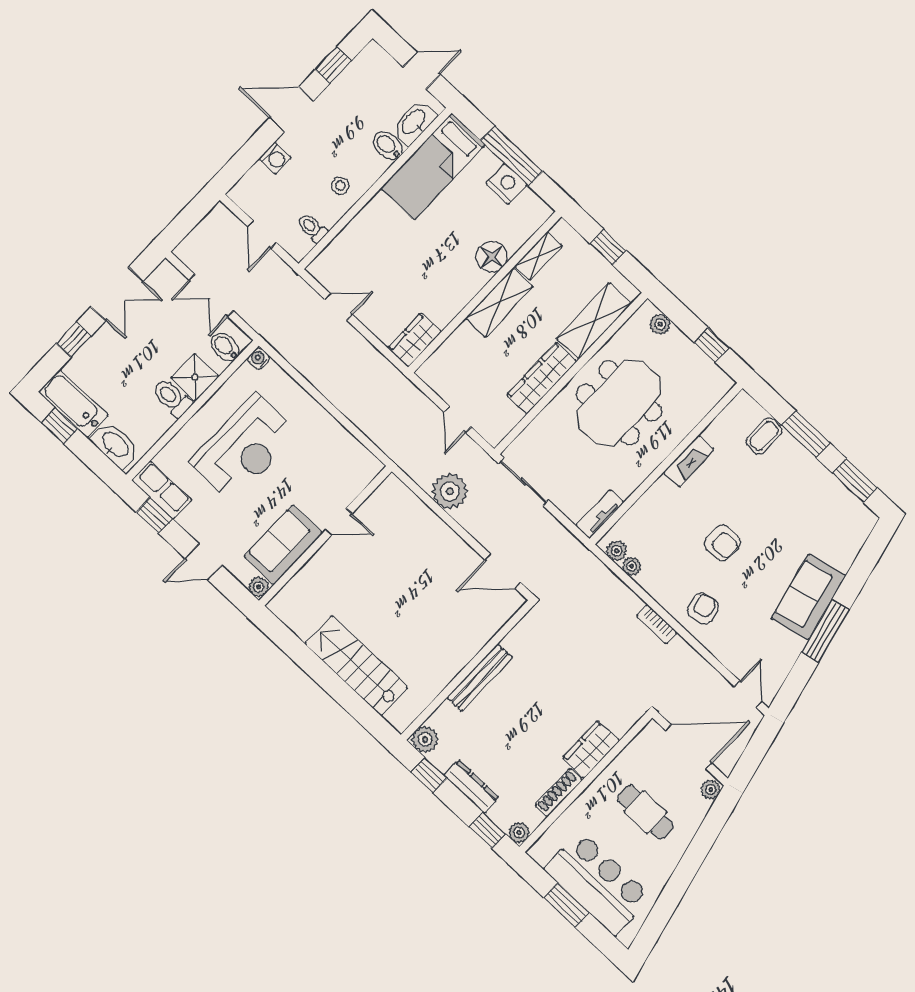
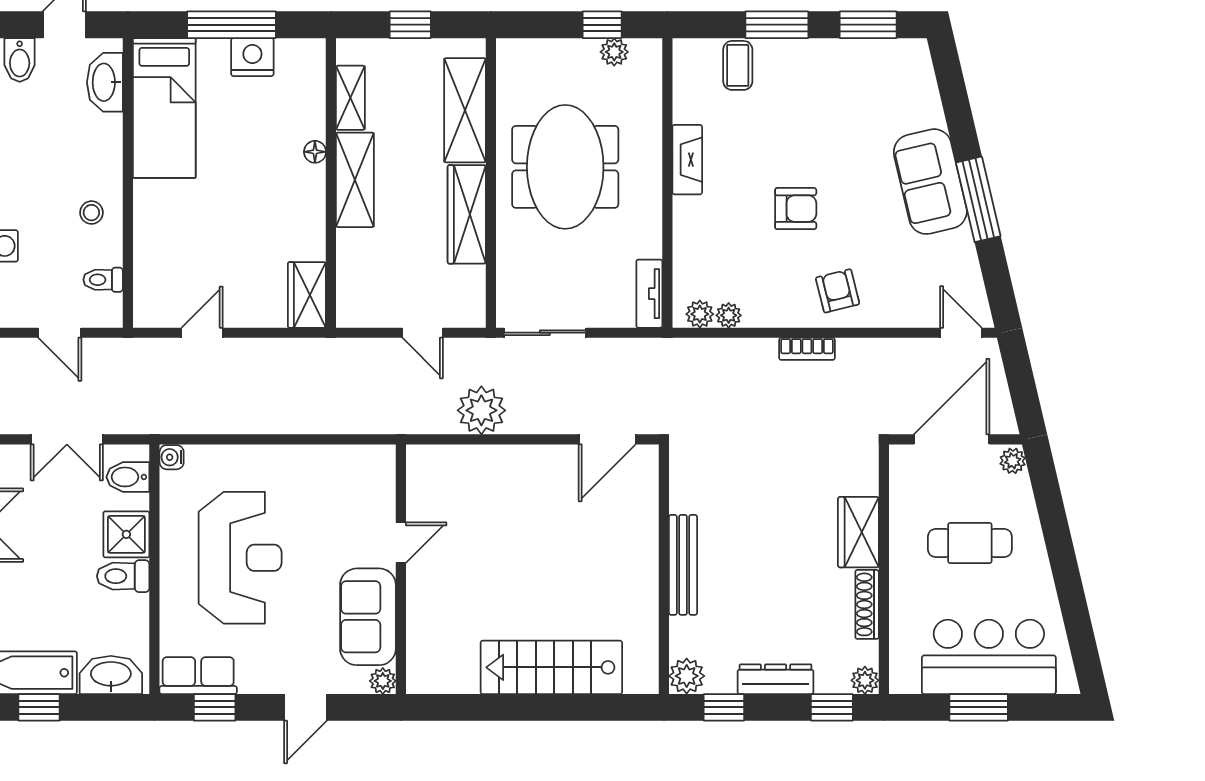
bidet: (388, 146) -> (20, 60), moved, turned -90
floor lamp: (492, 257) -> (315, 152), width x0.53, depth x0.53
plant: (660, 324) -> (614, 52), moved

